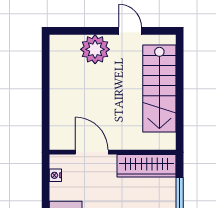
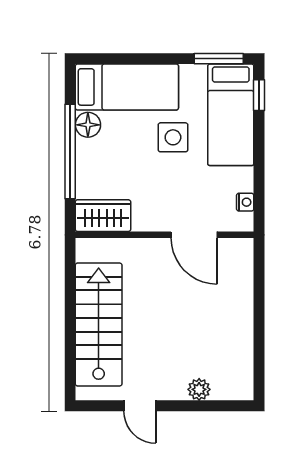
plant: (95, 49) -> (199, 389), width x0.53, depth x0.53
wardrobe: (147, 166) -> (103, 216), width x0.67

